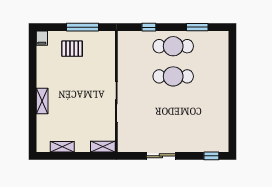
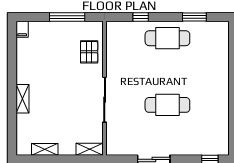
pallet: (72, 49) -> (89, 52), moved, turned 90
cafe table: (173, 76) -> (167, 105), moved

